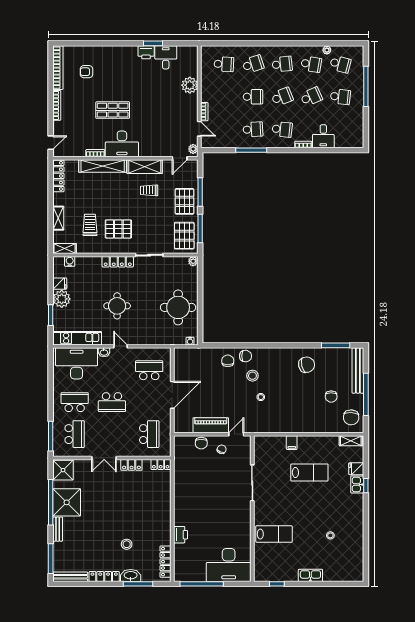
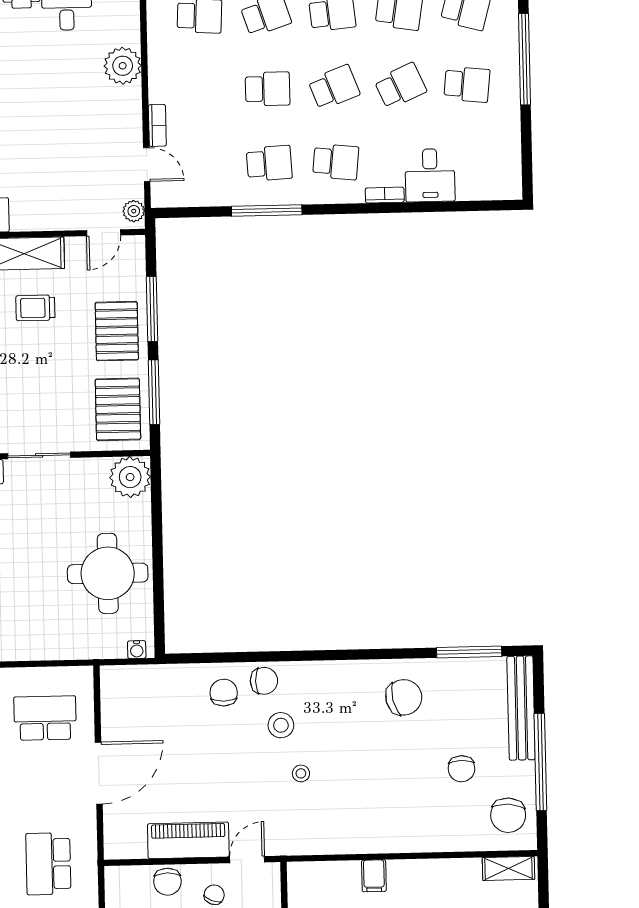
plant: (193, 261) -> (130, 477), width x1.88, depth x1.88
school desk: (149, 434) -> (48, 864), turned 180

